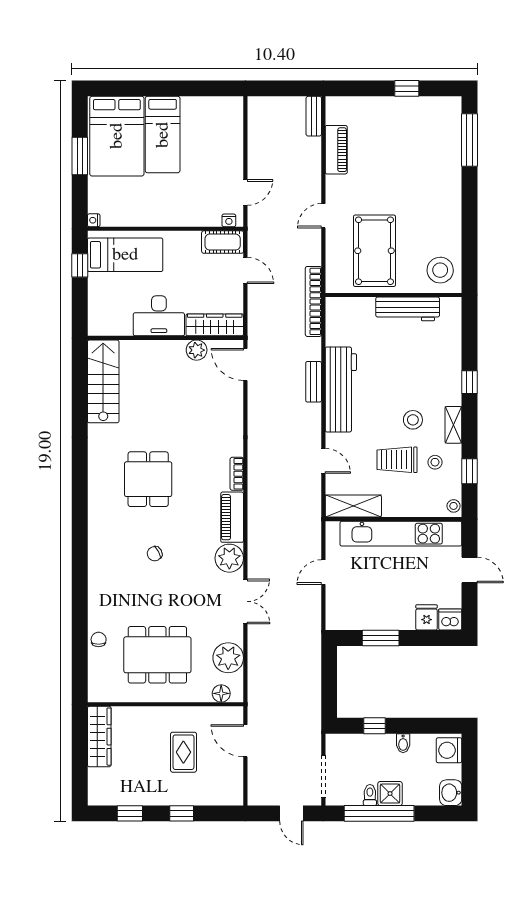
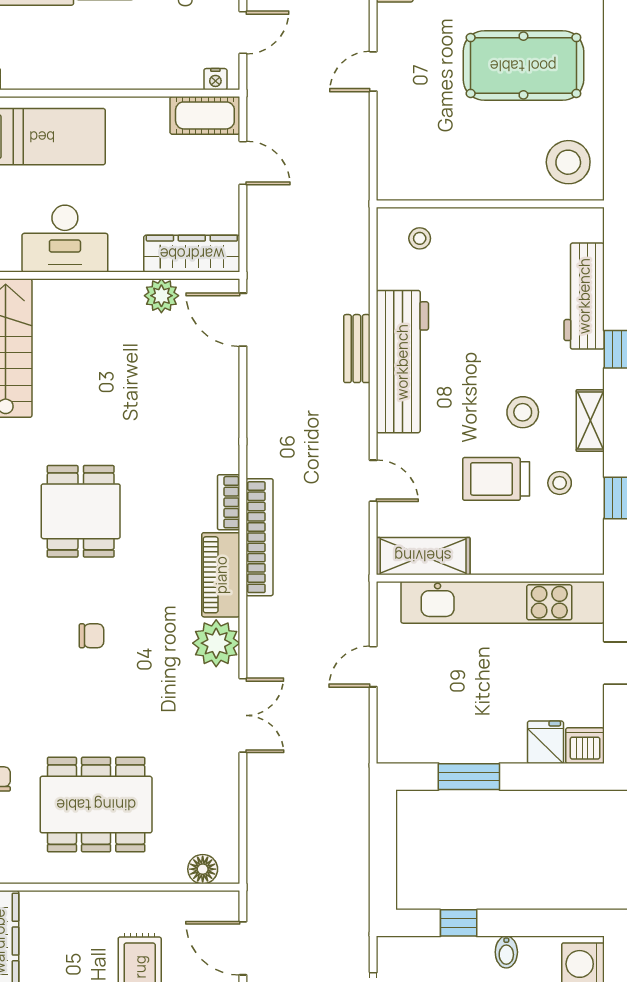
pool table: (374, 251) -> (523, 66), moved, turned 90
bookcase: (313, 301) -> (260, 537), moved, turned 180
workbench: (408, 309) -> (584, 296), moved, turned 90
desk: (159, 316) -> (65, 239), moved
stool: (454, 506) -> (420, 238), moved
chair: (155, 554) -> (92, 636), turned -152
plant: (228, 658) -> (214, 809), removed

